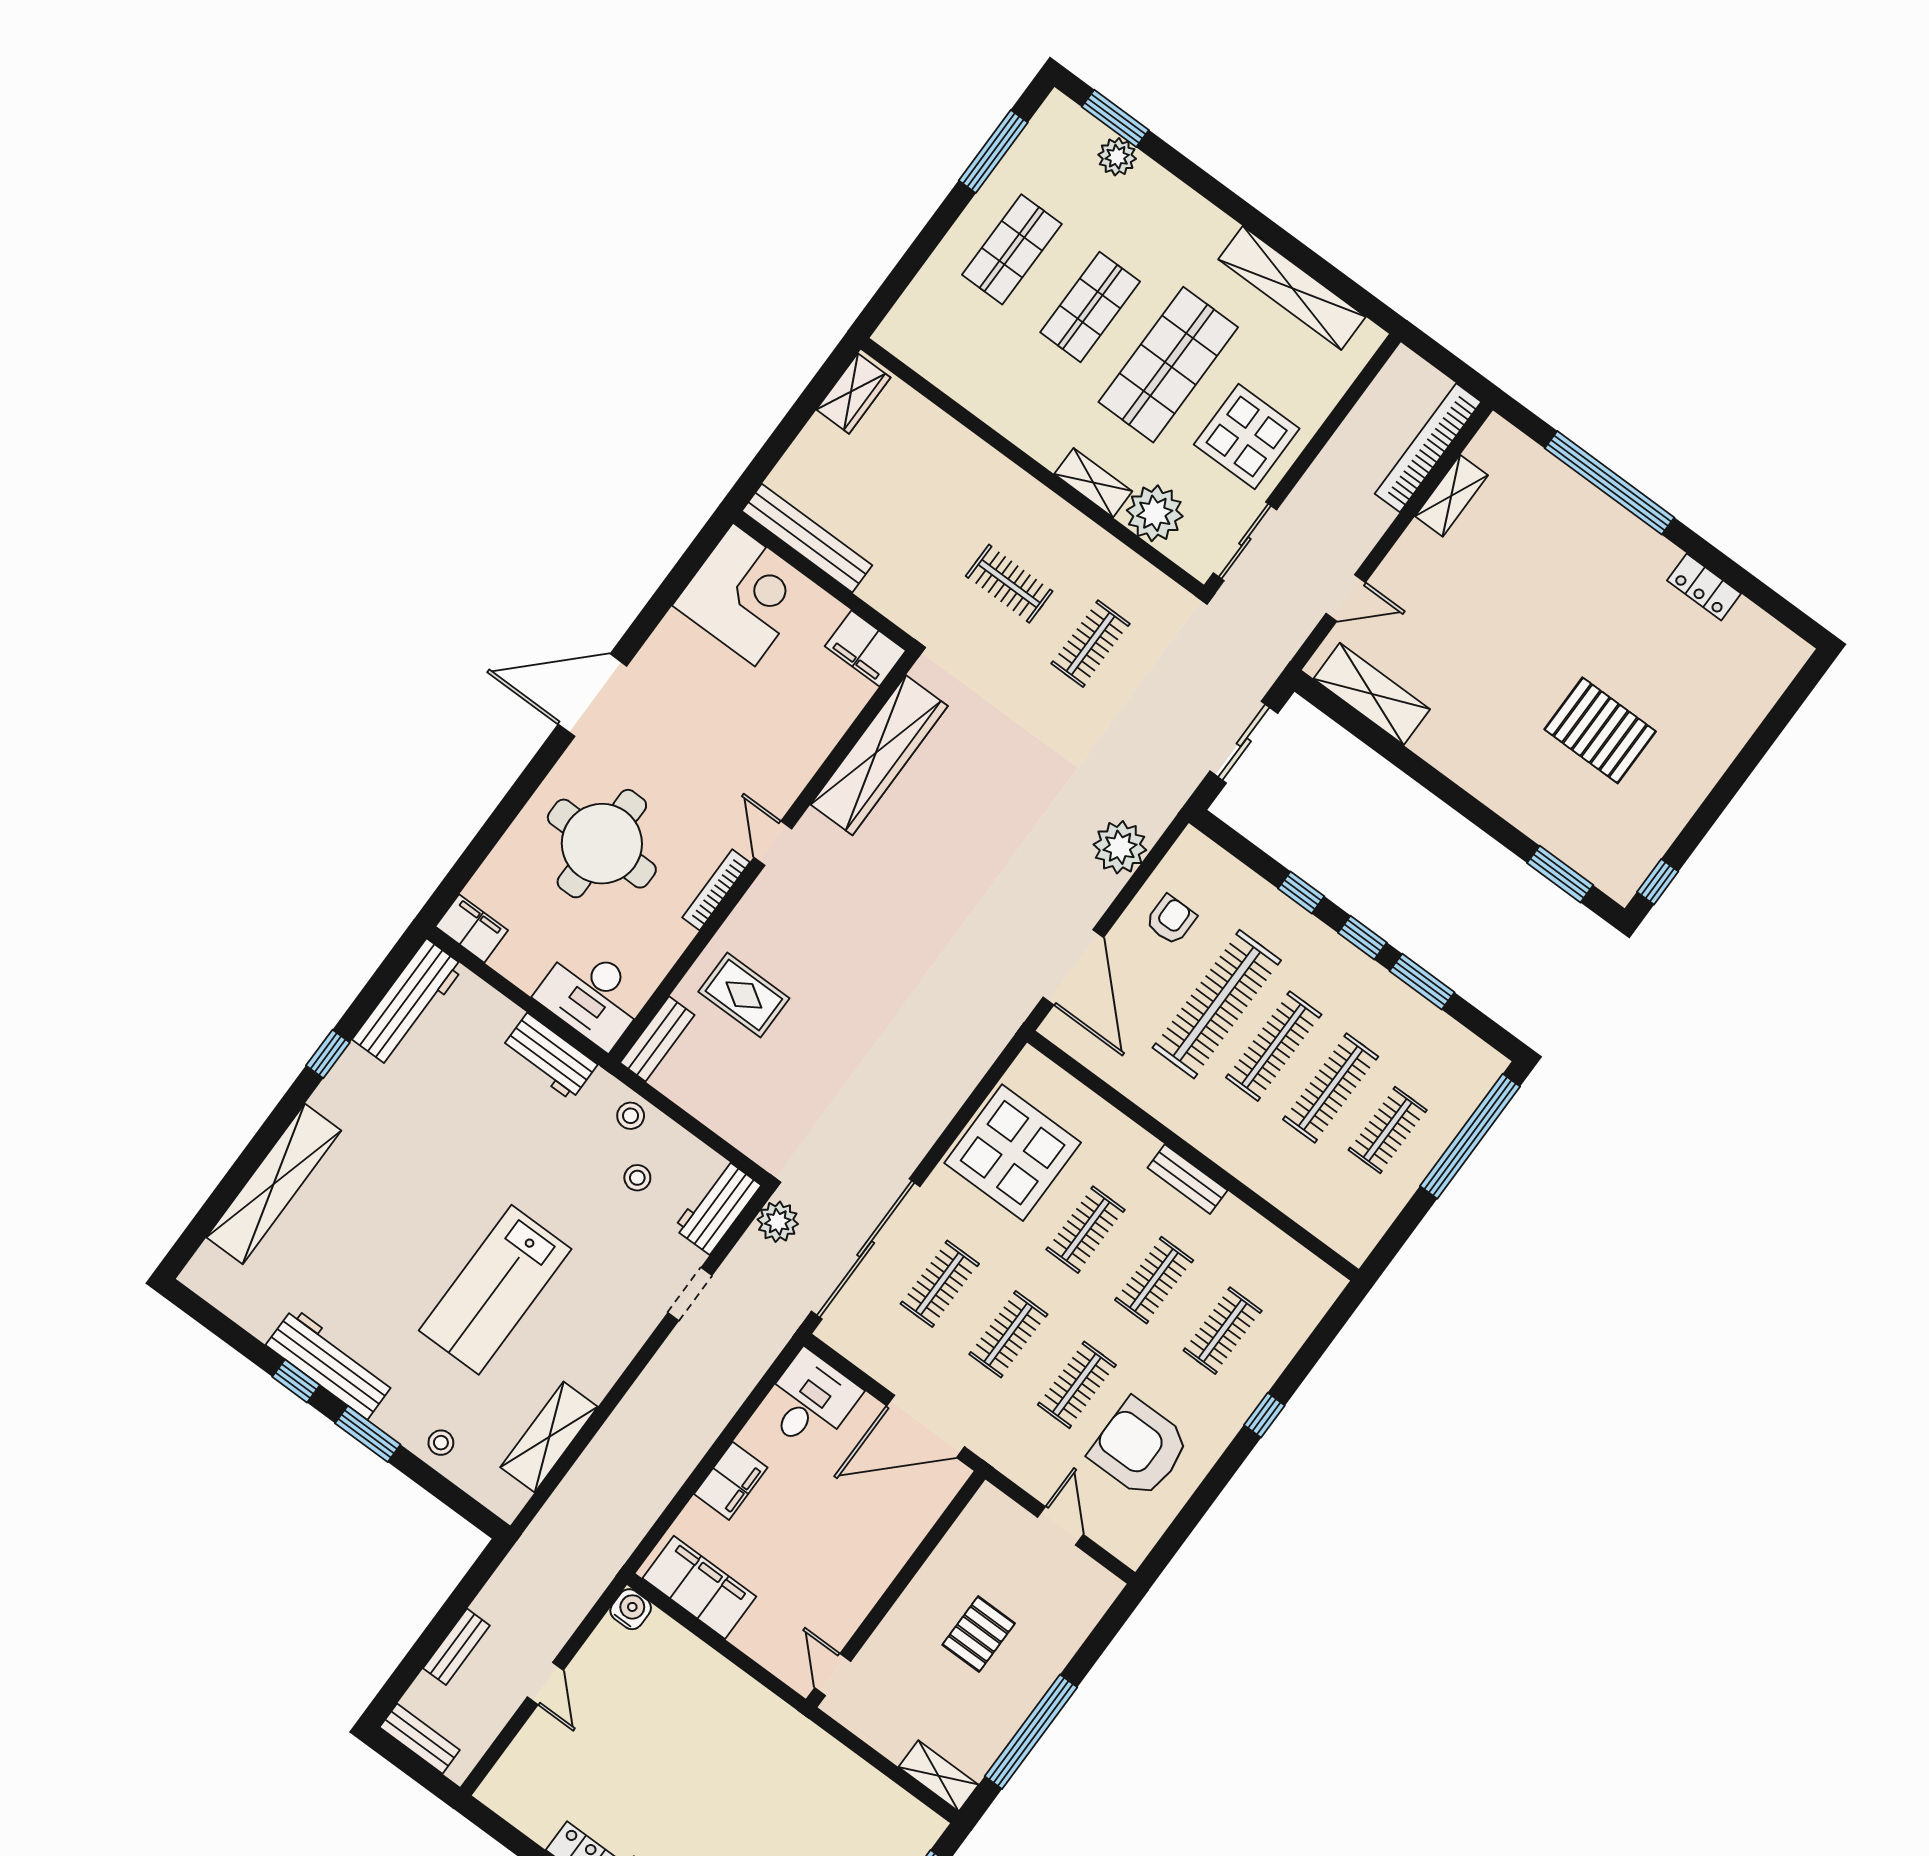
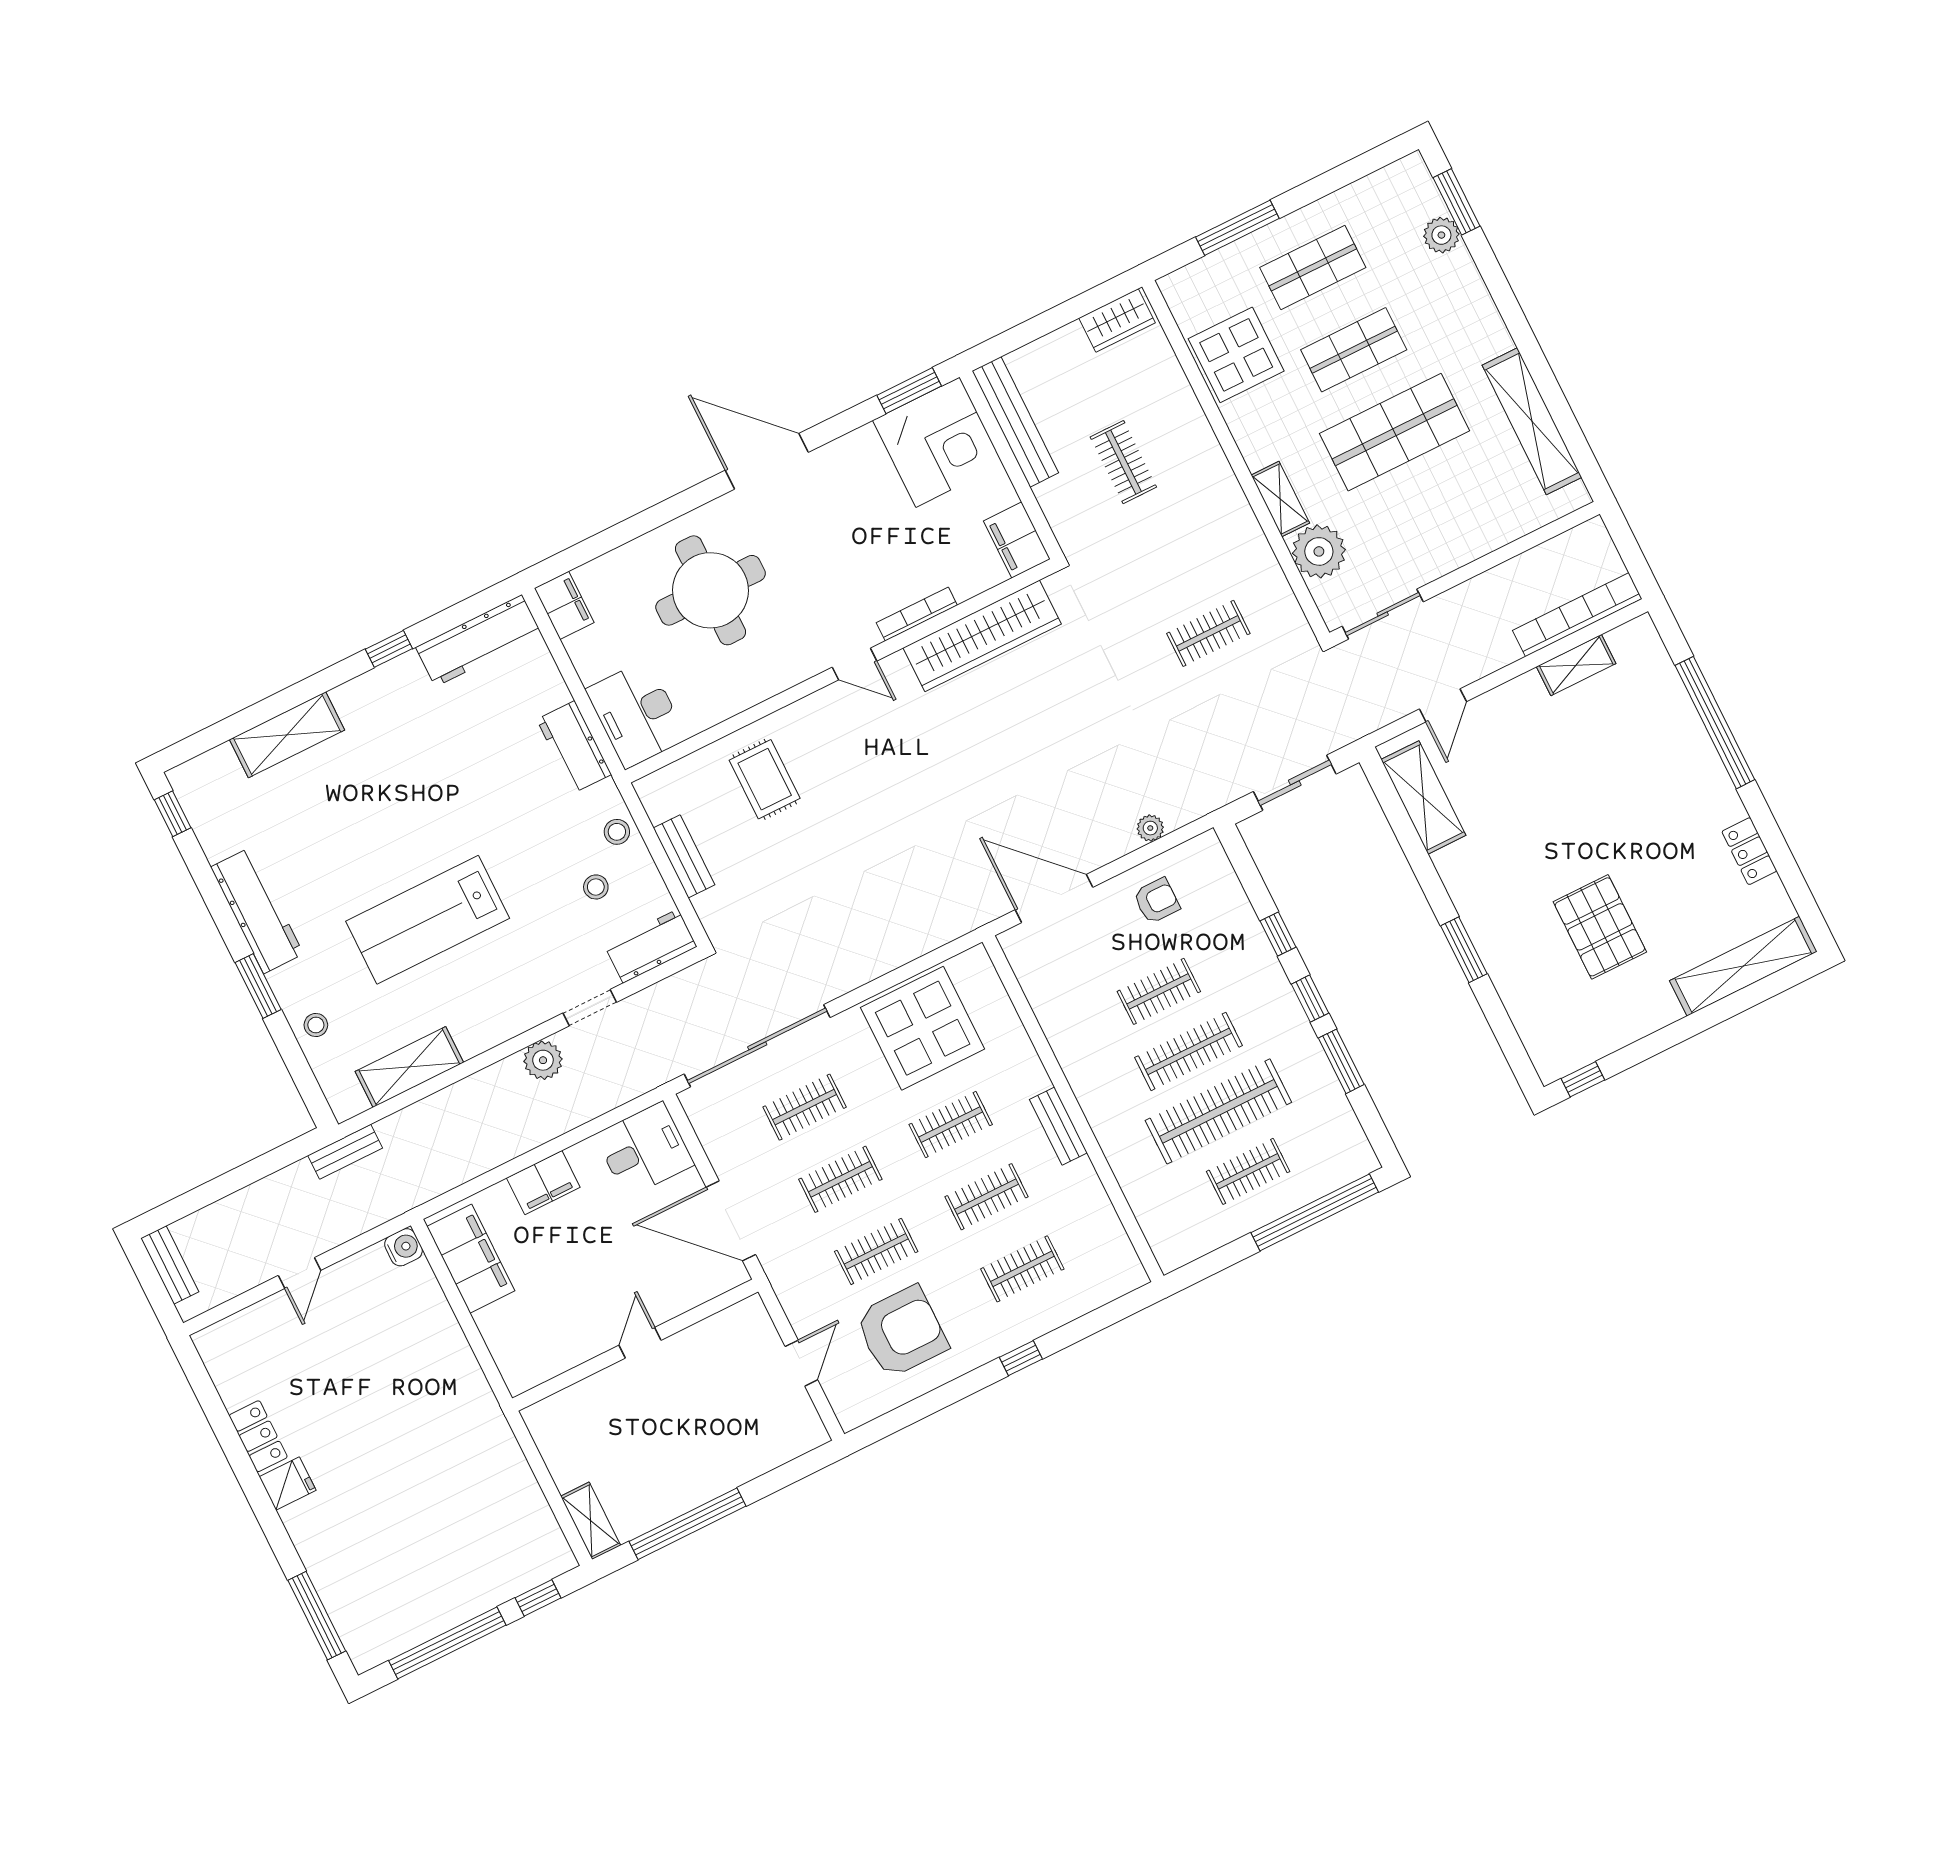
window: (993, 151) -> (1237, 228), moved
display table: (1247, 436) -> (1236, 355), moved
window: (692, 560) -> (909, 391), added
clothes rail: (1009, 584) -> (1123, 462), moved
door: (1346, 598) -> (1443, 705), hinge flipped
shelving: (1754, 698) -> (1743, 966), added
door: (773, 843) -> (854, 664), swing flipped
plant: (1120, 847) -> (1150, 828), width x0.53, depth x0.53
window: (1560, 874) -> (1464, 950), moved
bookcase: (716, 890) -> (917, 614), moved
door: (1073, 967) -> (1054, 898), swing flipped
clothes rail: (1217, 1004) -> (1159, 991), width x0.54, depth x0.76
bench: (657, 1039) -> (684, 856), moved, turned 90
clothes rail: (1331, 1088) -> (1218, 1111), width x1.37, depth x1.31
shelving: (274, 1184) -> (287, 735), width x0.68
plant: (778, 1222) -> (543, 1060), moved
window: (296, 1381) -> (173, 814), moved
armchair: (1139, 1448) -> (902, 1332), turned 90
pallet: (979, 1634) -> (686, 1419), removed
bench: (456, 1647) -> (345, 1152), moved
door: (833, 1675) -> (640, 1343), moved

